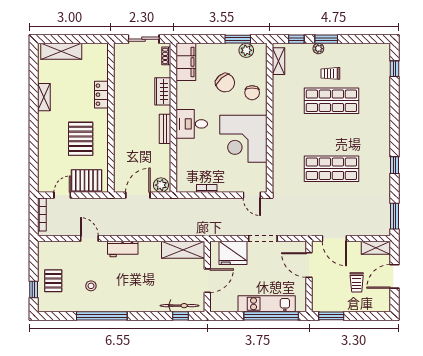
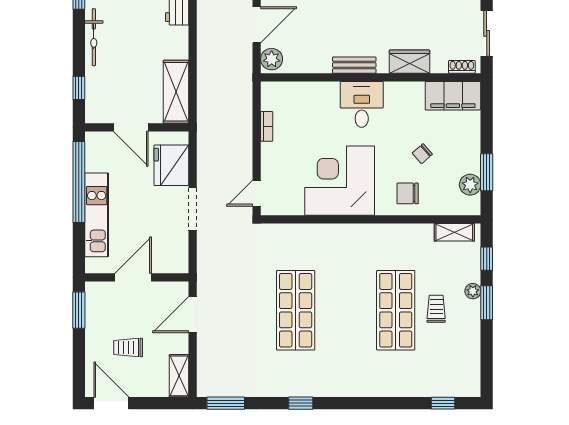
chair: (225, 83) -> (422, 154), width x0.54, depth x0.54
door: (138, 195) -> (257, 25), hinge flipped
door: (309, 265) -> (133, 277), moved
door: (394, 276) -> (111, 403), moved
bicycle: (179, 306) -> (94, 37), moved
window: (271, 316) -> (79, 182), moved

